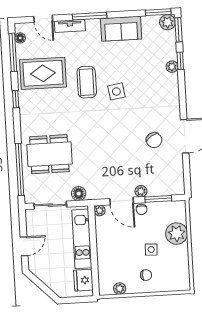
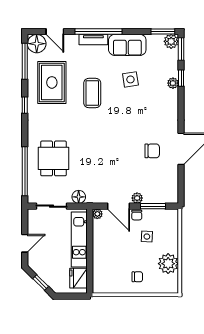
window: (90, 16) -> (99, 31), width x1.46
tv unit: (70, 26) -> (93, 39), moved
floor lamp: (20, 38) -> (37, 44), width x1.89, depth x1.89
rug: (43, 73) -> (52, 82), turned 90
side table: (116, 91) -> (130, 79), moved
chair: (154, 140) -> (152, 151), turned -58
dining table: (49, 154) -> (53, 158), width x0.73
plant: (177, 234) -> (168, 264), moved
side table: (151, 250) -> (147, 237), moved
window: (43, 287) -> (41, 283), added
plant: (120, 289) -> (112, 288), removed

